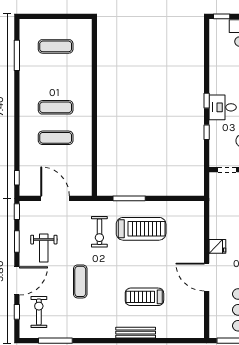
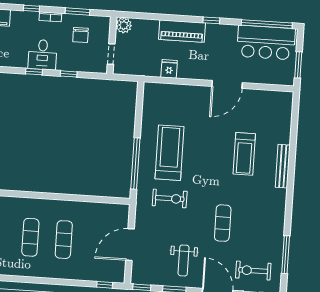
window: (129, 198) -> (135, 163), width x1.46
fridge: (217, 246) -> (169, 69), moved
weight bench: (44, 248) -> (184, 260), turned 90
exercise mat: (80, 281) -> (223, 223), turned 90

